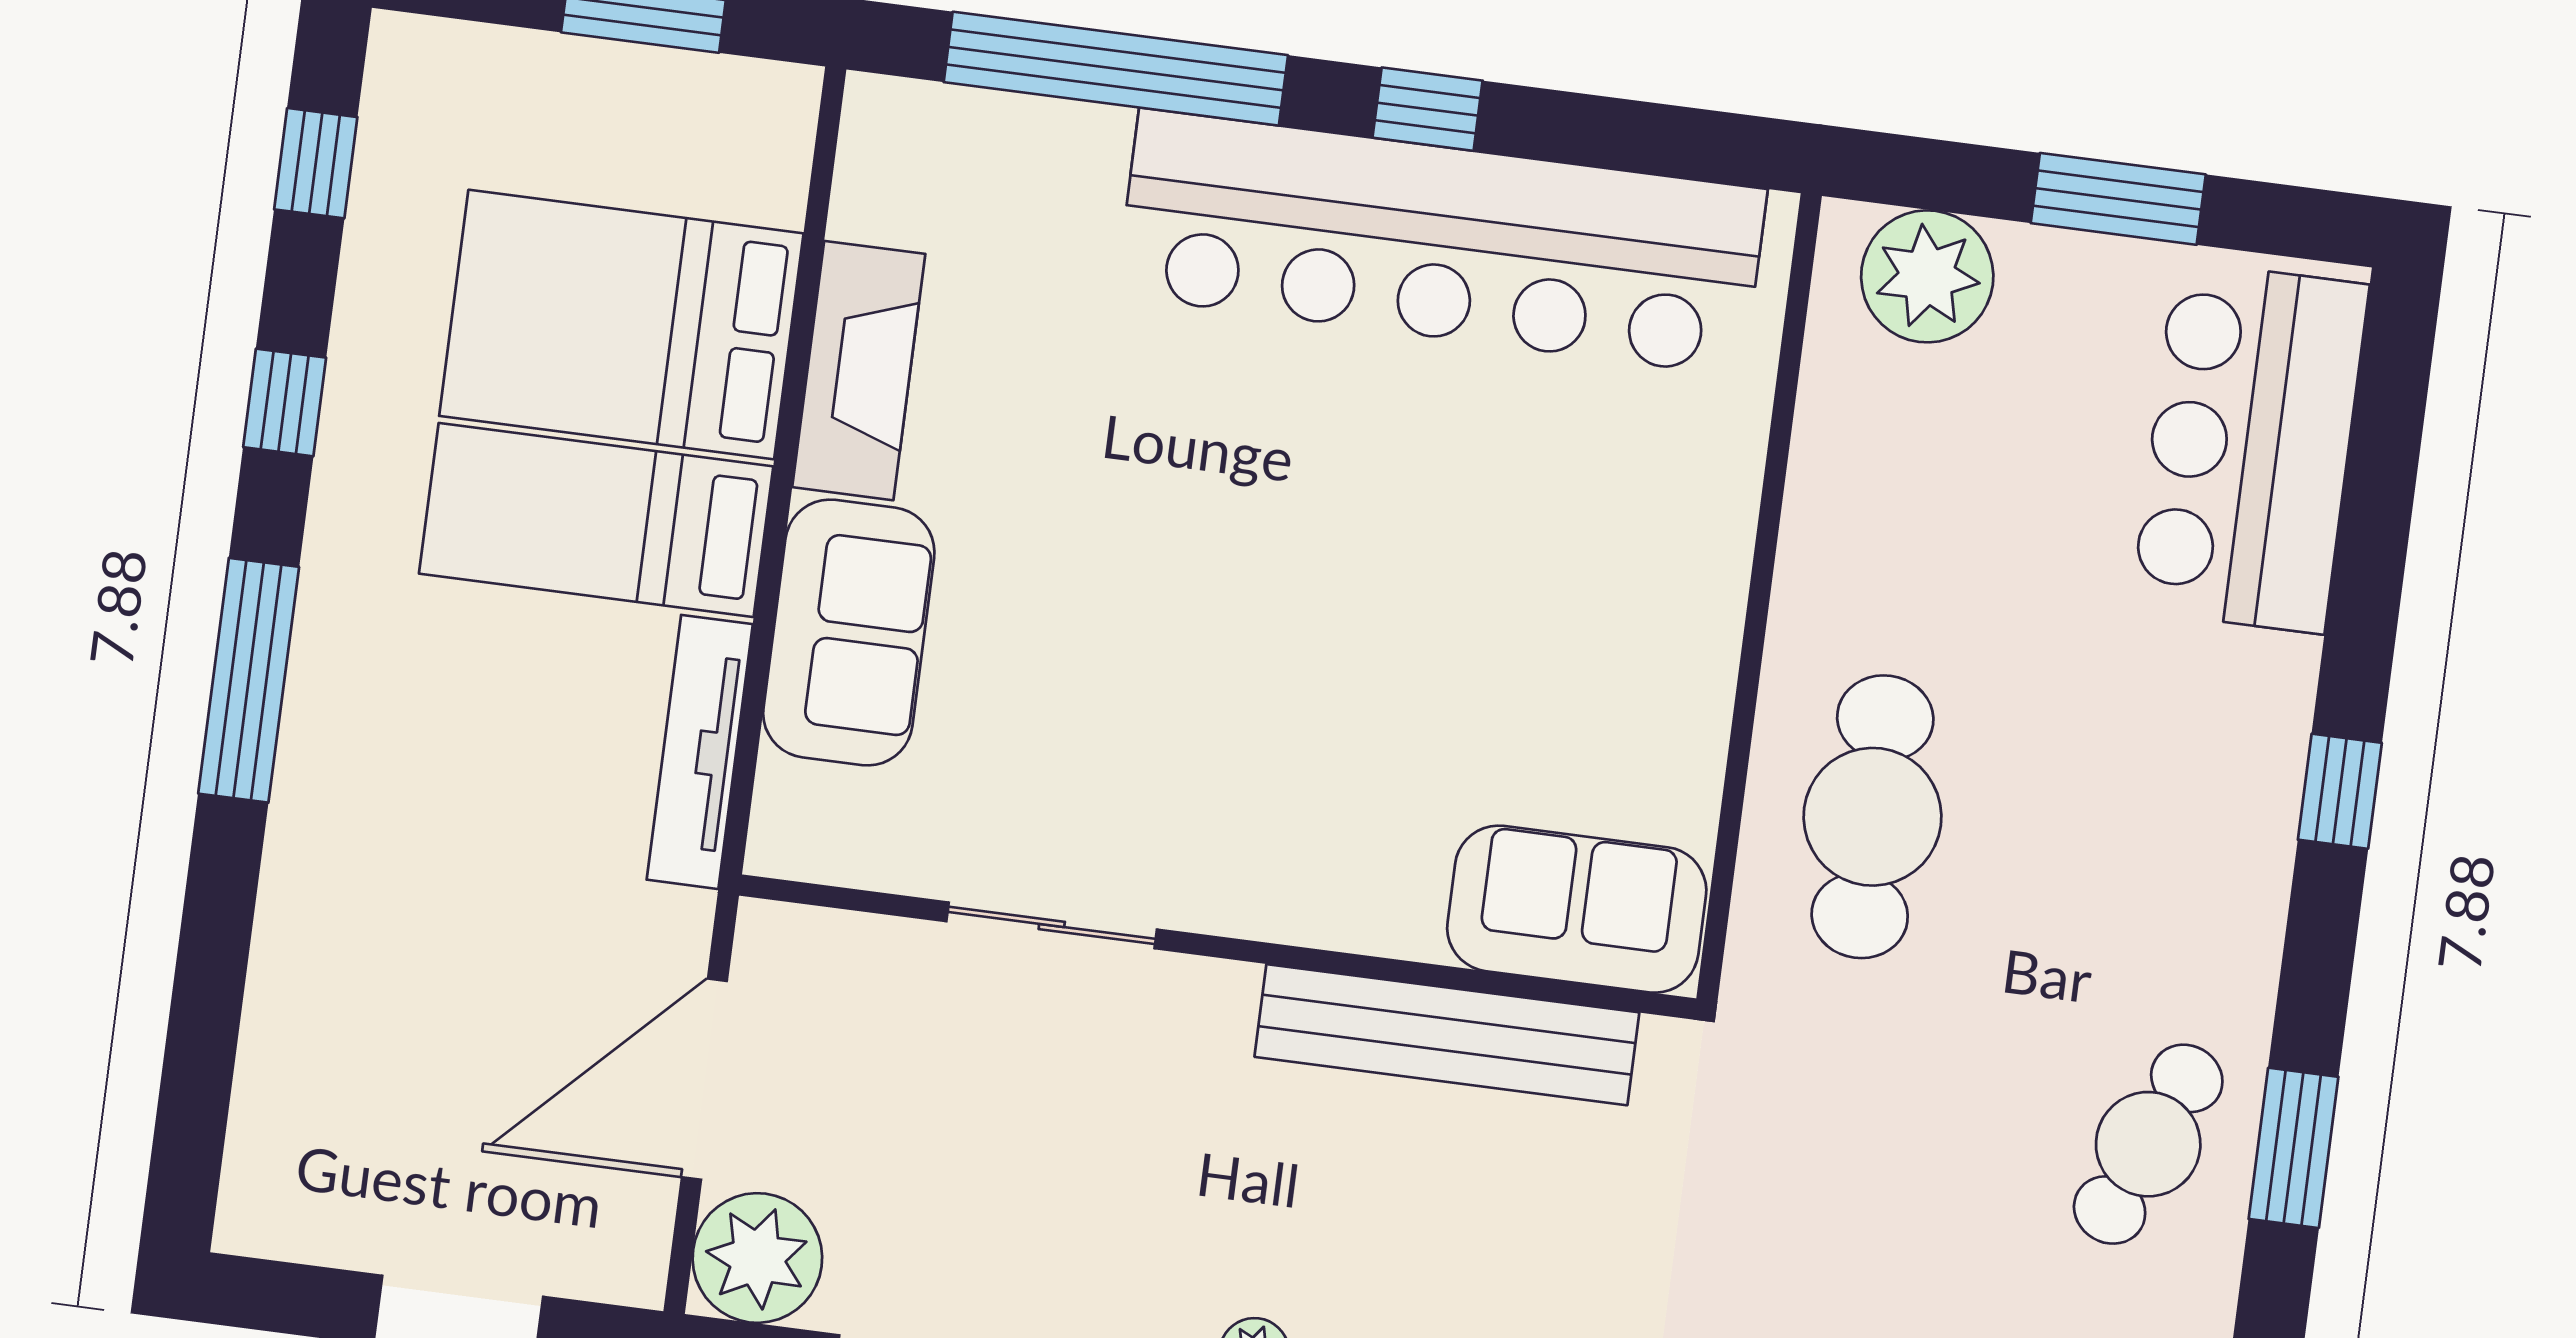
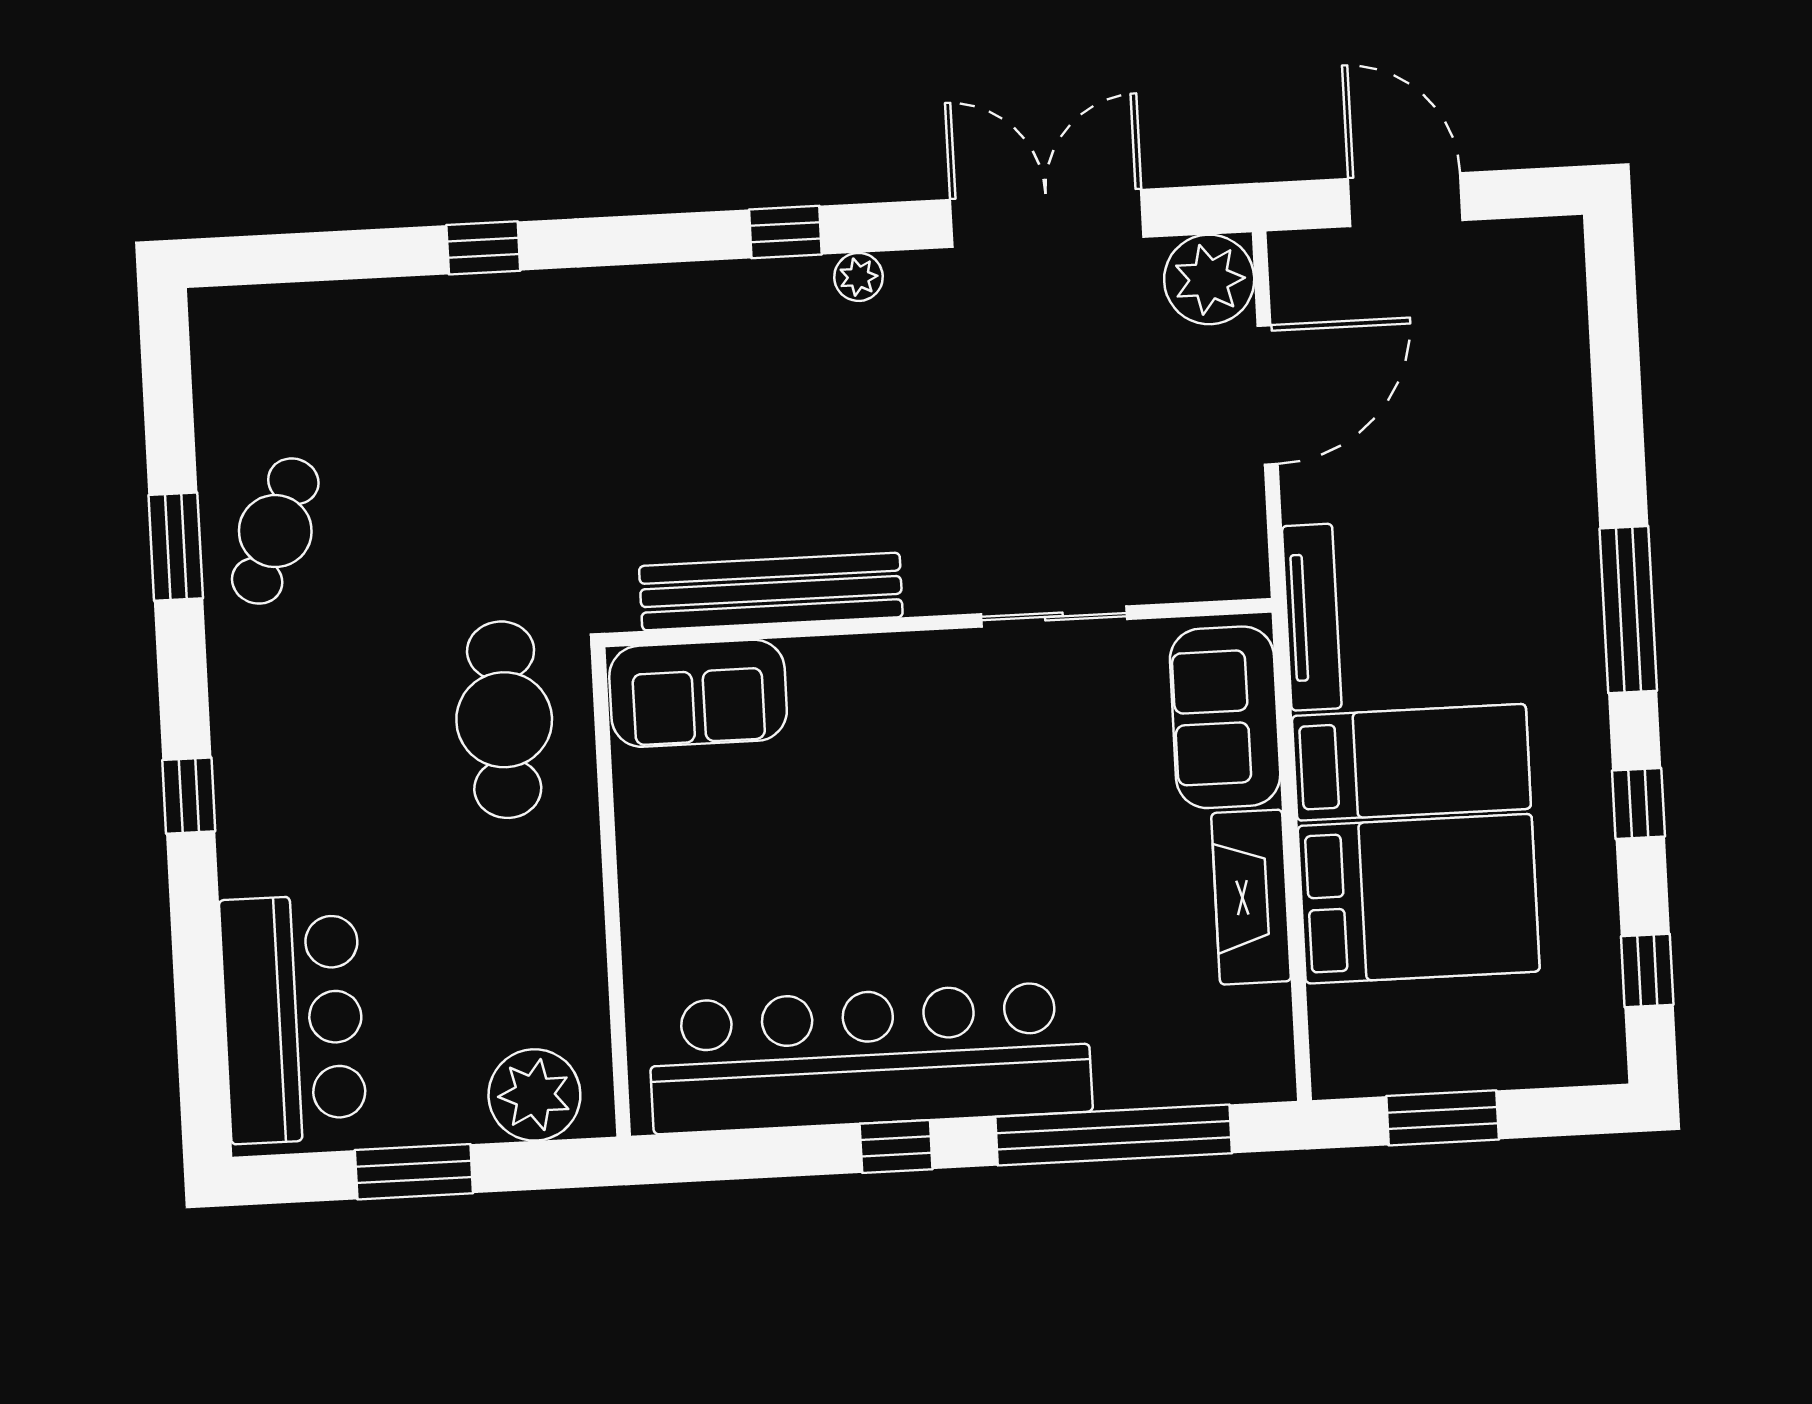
sofa: (1577, 909) -> (698, 693), moved
sliding door: (1052, 925) -> (1054, 617), moved
wall: (1218, 947) -> (938, 623), moved
bench: (1447, 1035) -> (771, 592), moved

